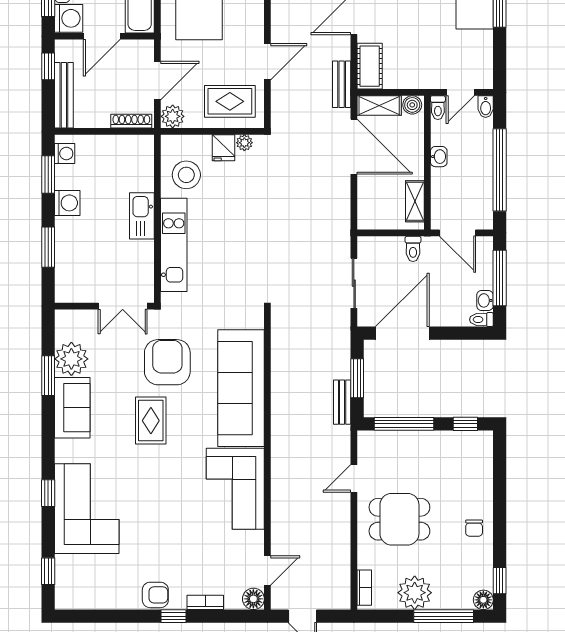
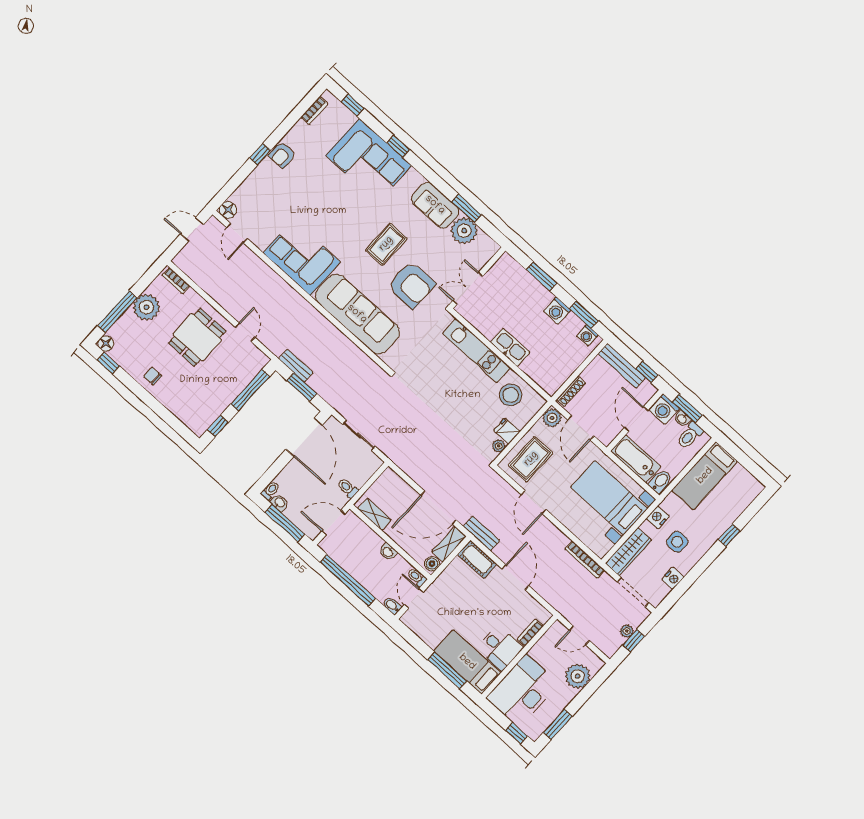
rug: (151, 421) -> (386, 244), turned 90
bookcase: (205, 602) -> (314, 110), moved

